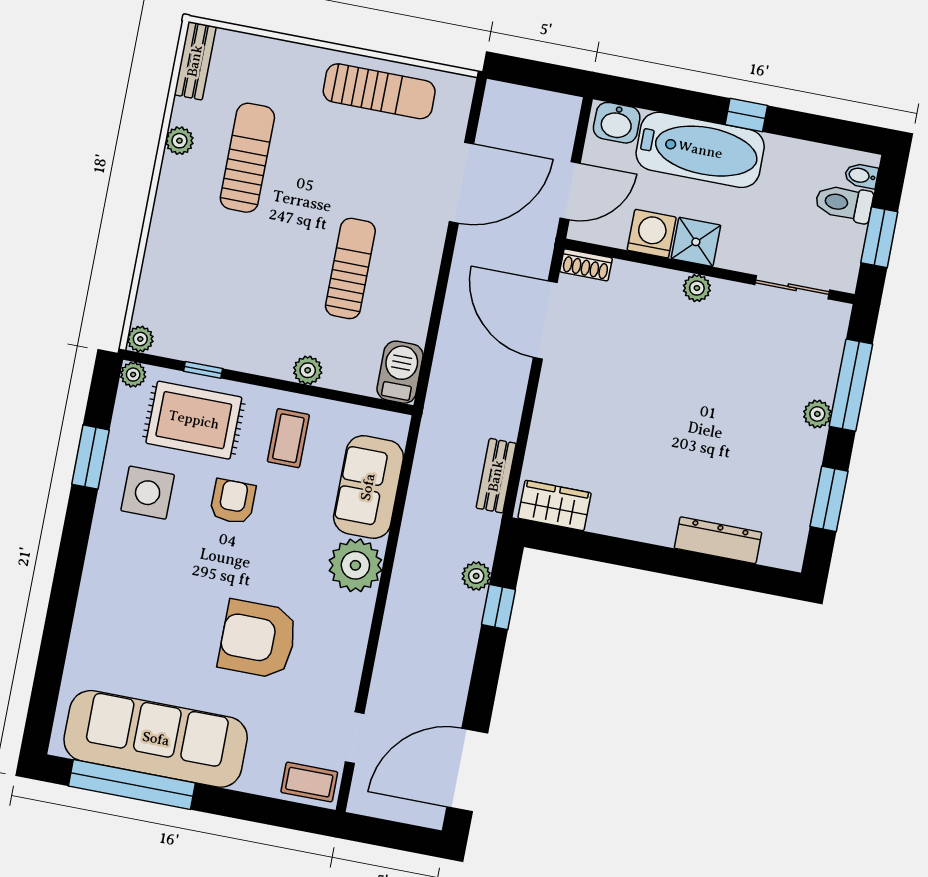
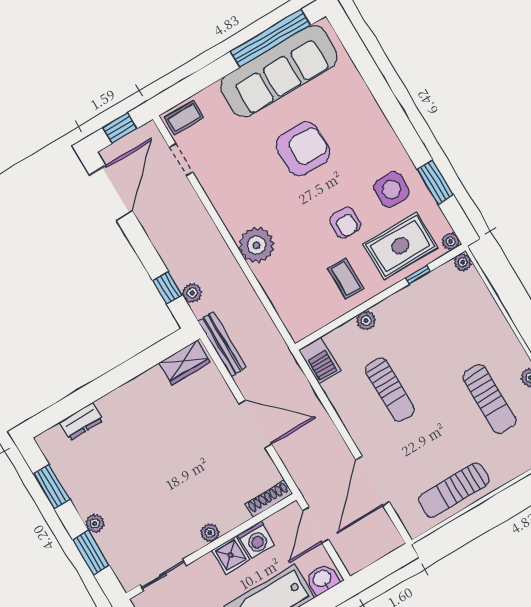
shoe rack: (586, 265) -> (269, 499), width x1.43
door: (545, 320) -> (255, 424), moved
window: (851, 385) -> (91, 553), width x0.69
bench: (496, 476) -> (222, 344), width x1.36
sofa: (368, 487) -> (285, 290), removed
dresser: (718, 540) -> (81, 422), width x0.70
armchair: (258, 639) -> (303, 149), moved
window: (392, 835) -> (120, 128), added

